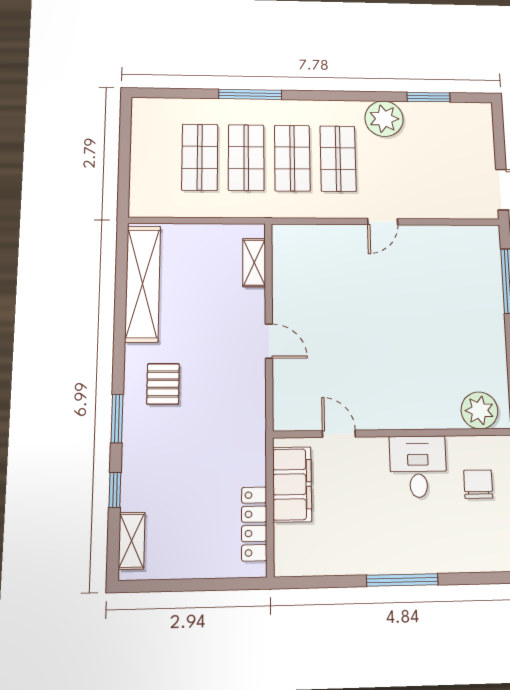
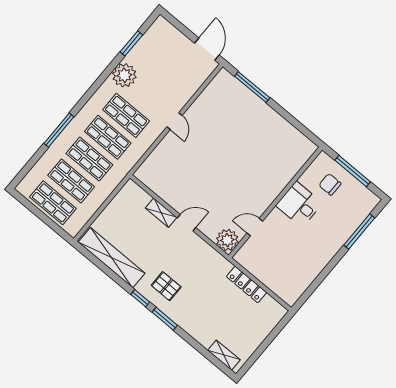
shop shelf: (153, 157) -> (53, 203), added
shelving: (254, 263) -> (161, 213), moved
plant: (479, 410) -> (227, 240), moved
filing cabinet: (292, 484) -> (259, 267), removed
window: (115, 490) -> (140, 298), moved
locker: (254, 524) -> (246, 284), moved
window: (402, 580) -> (359, 232), moved

